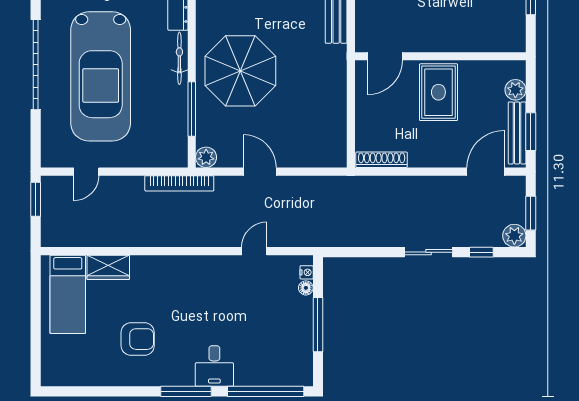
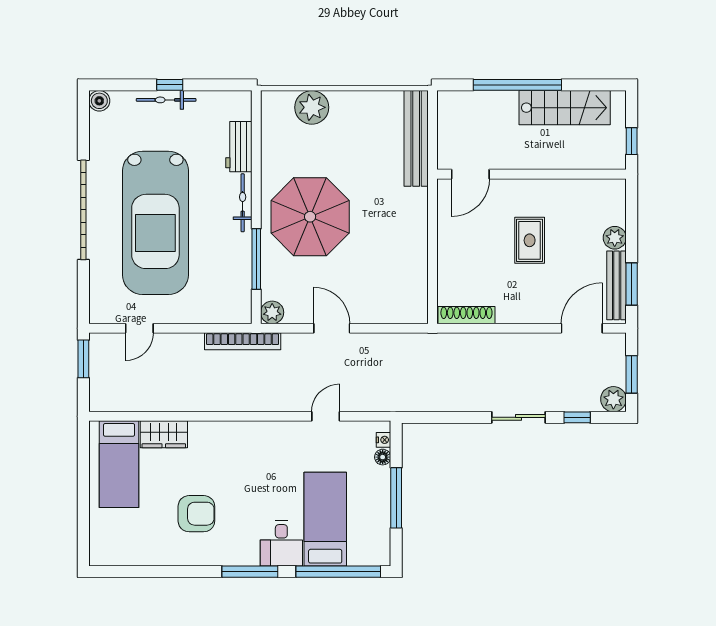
door: (385, 56) -> (470, 174), moved
wall: (440, 56) -> (532, 174), moved
rug: (438, 92) -> (530, 240), width x0.73, depth x0.70
bed: (254, 344) -> (325, 519), added

